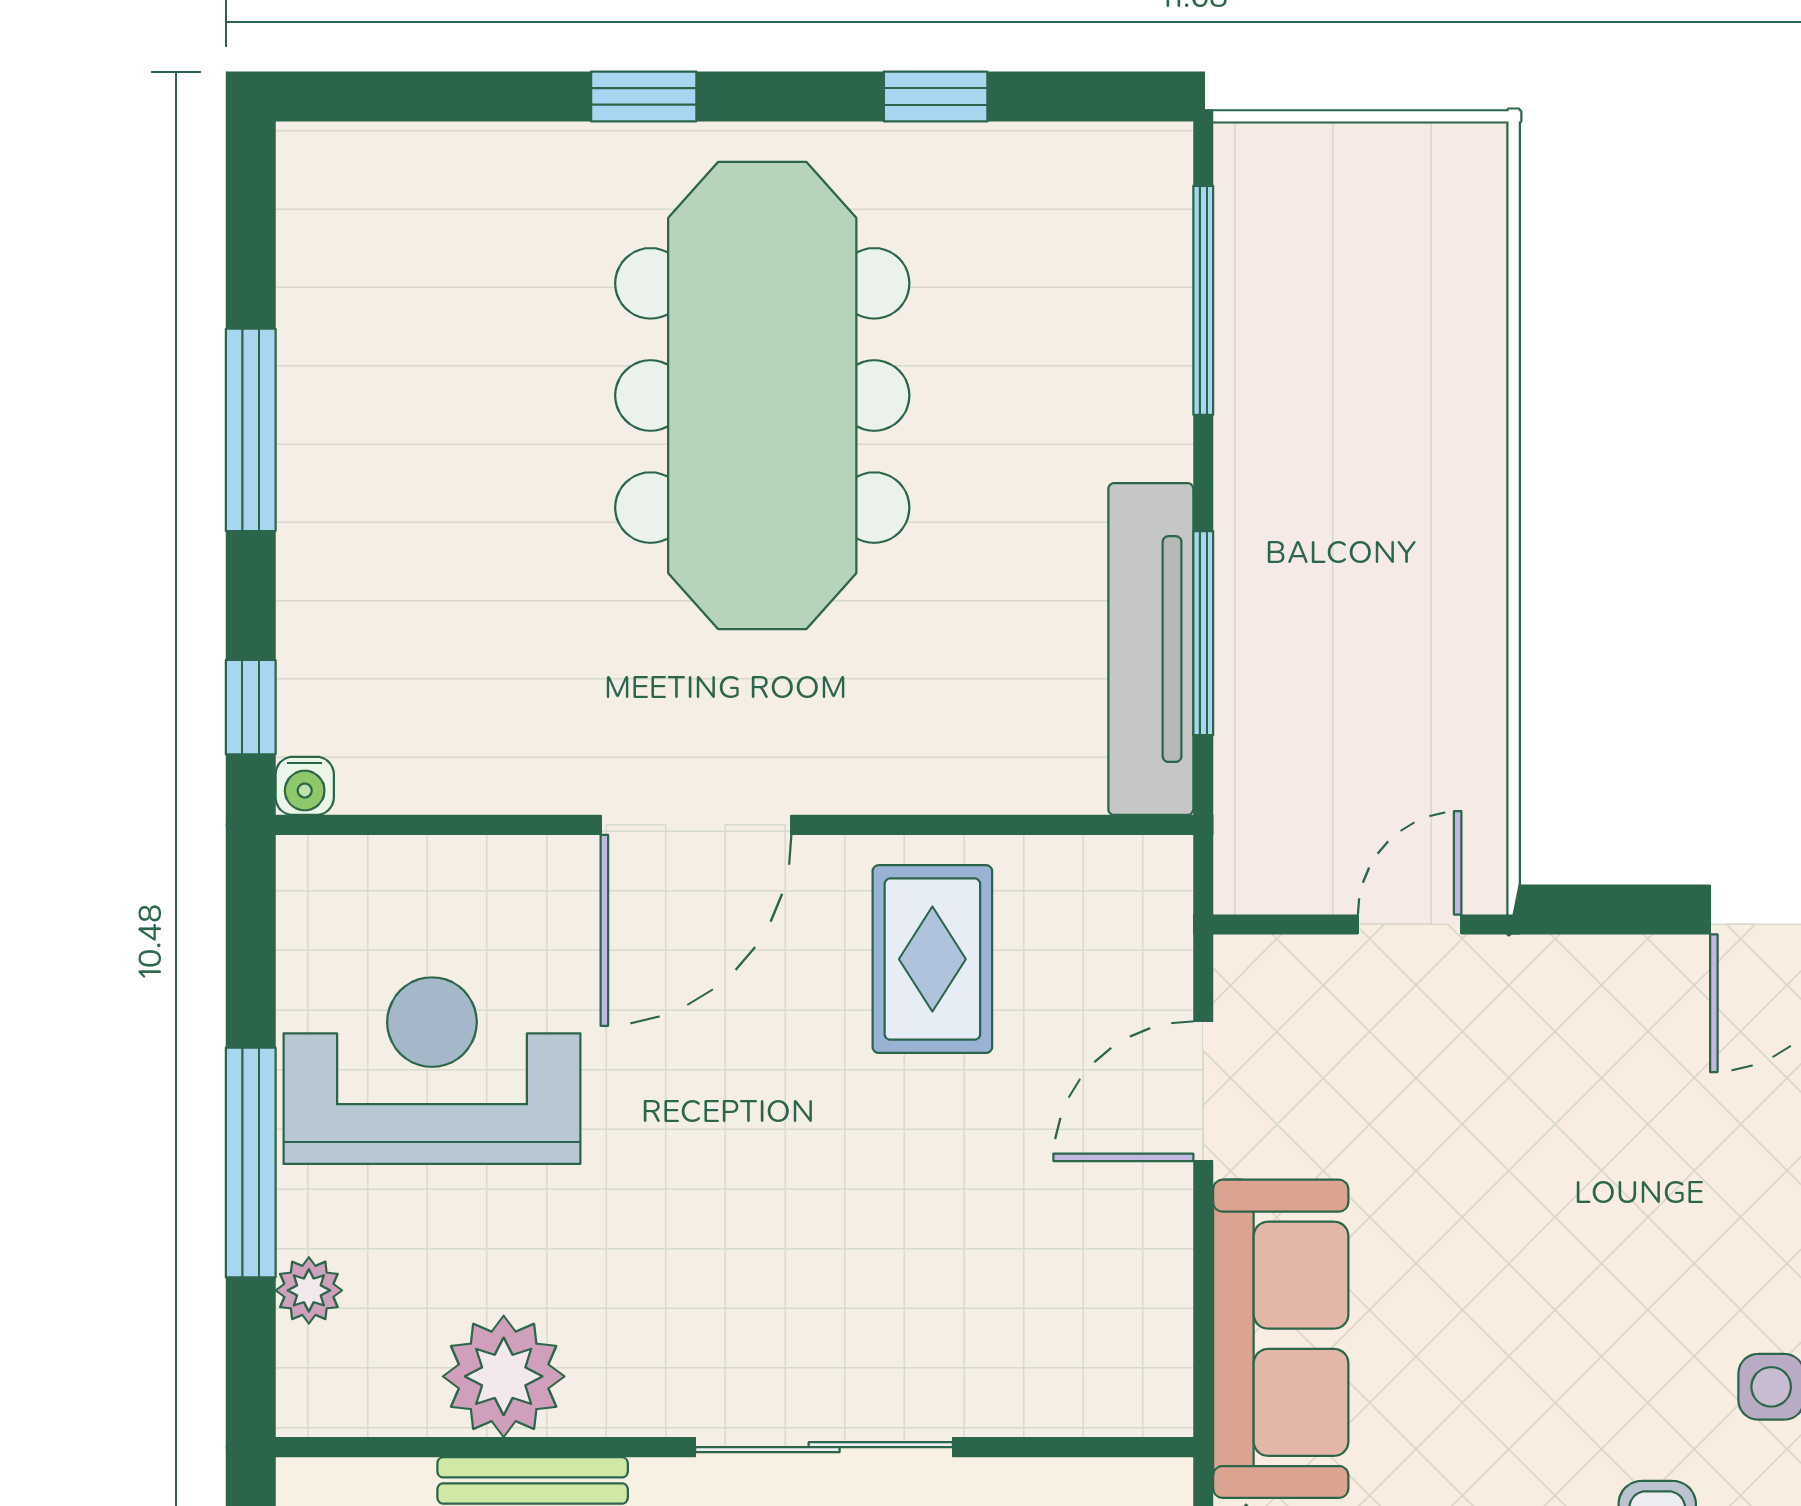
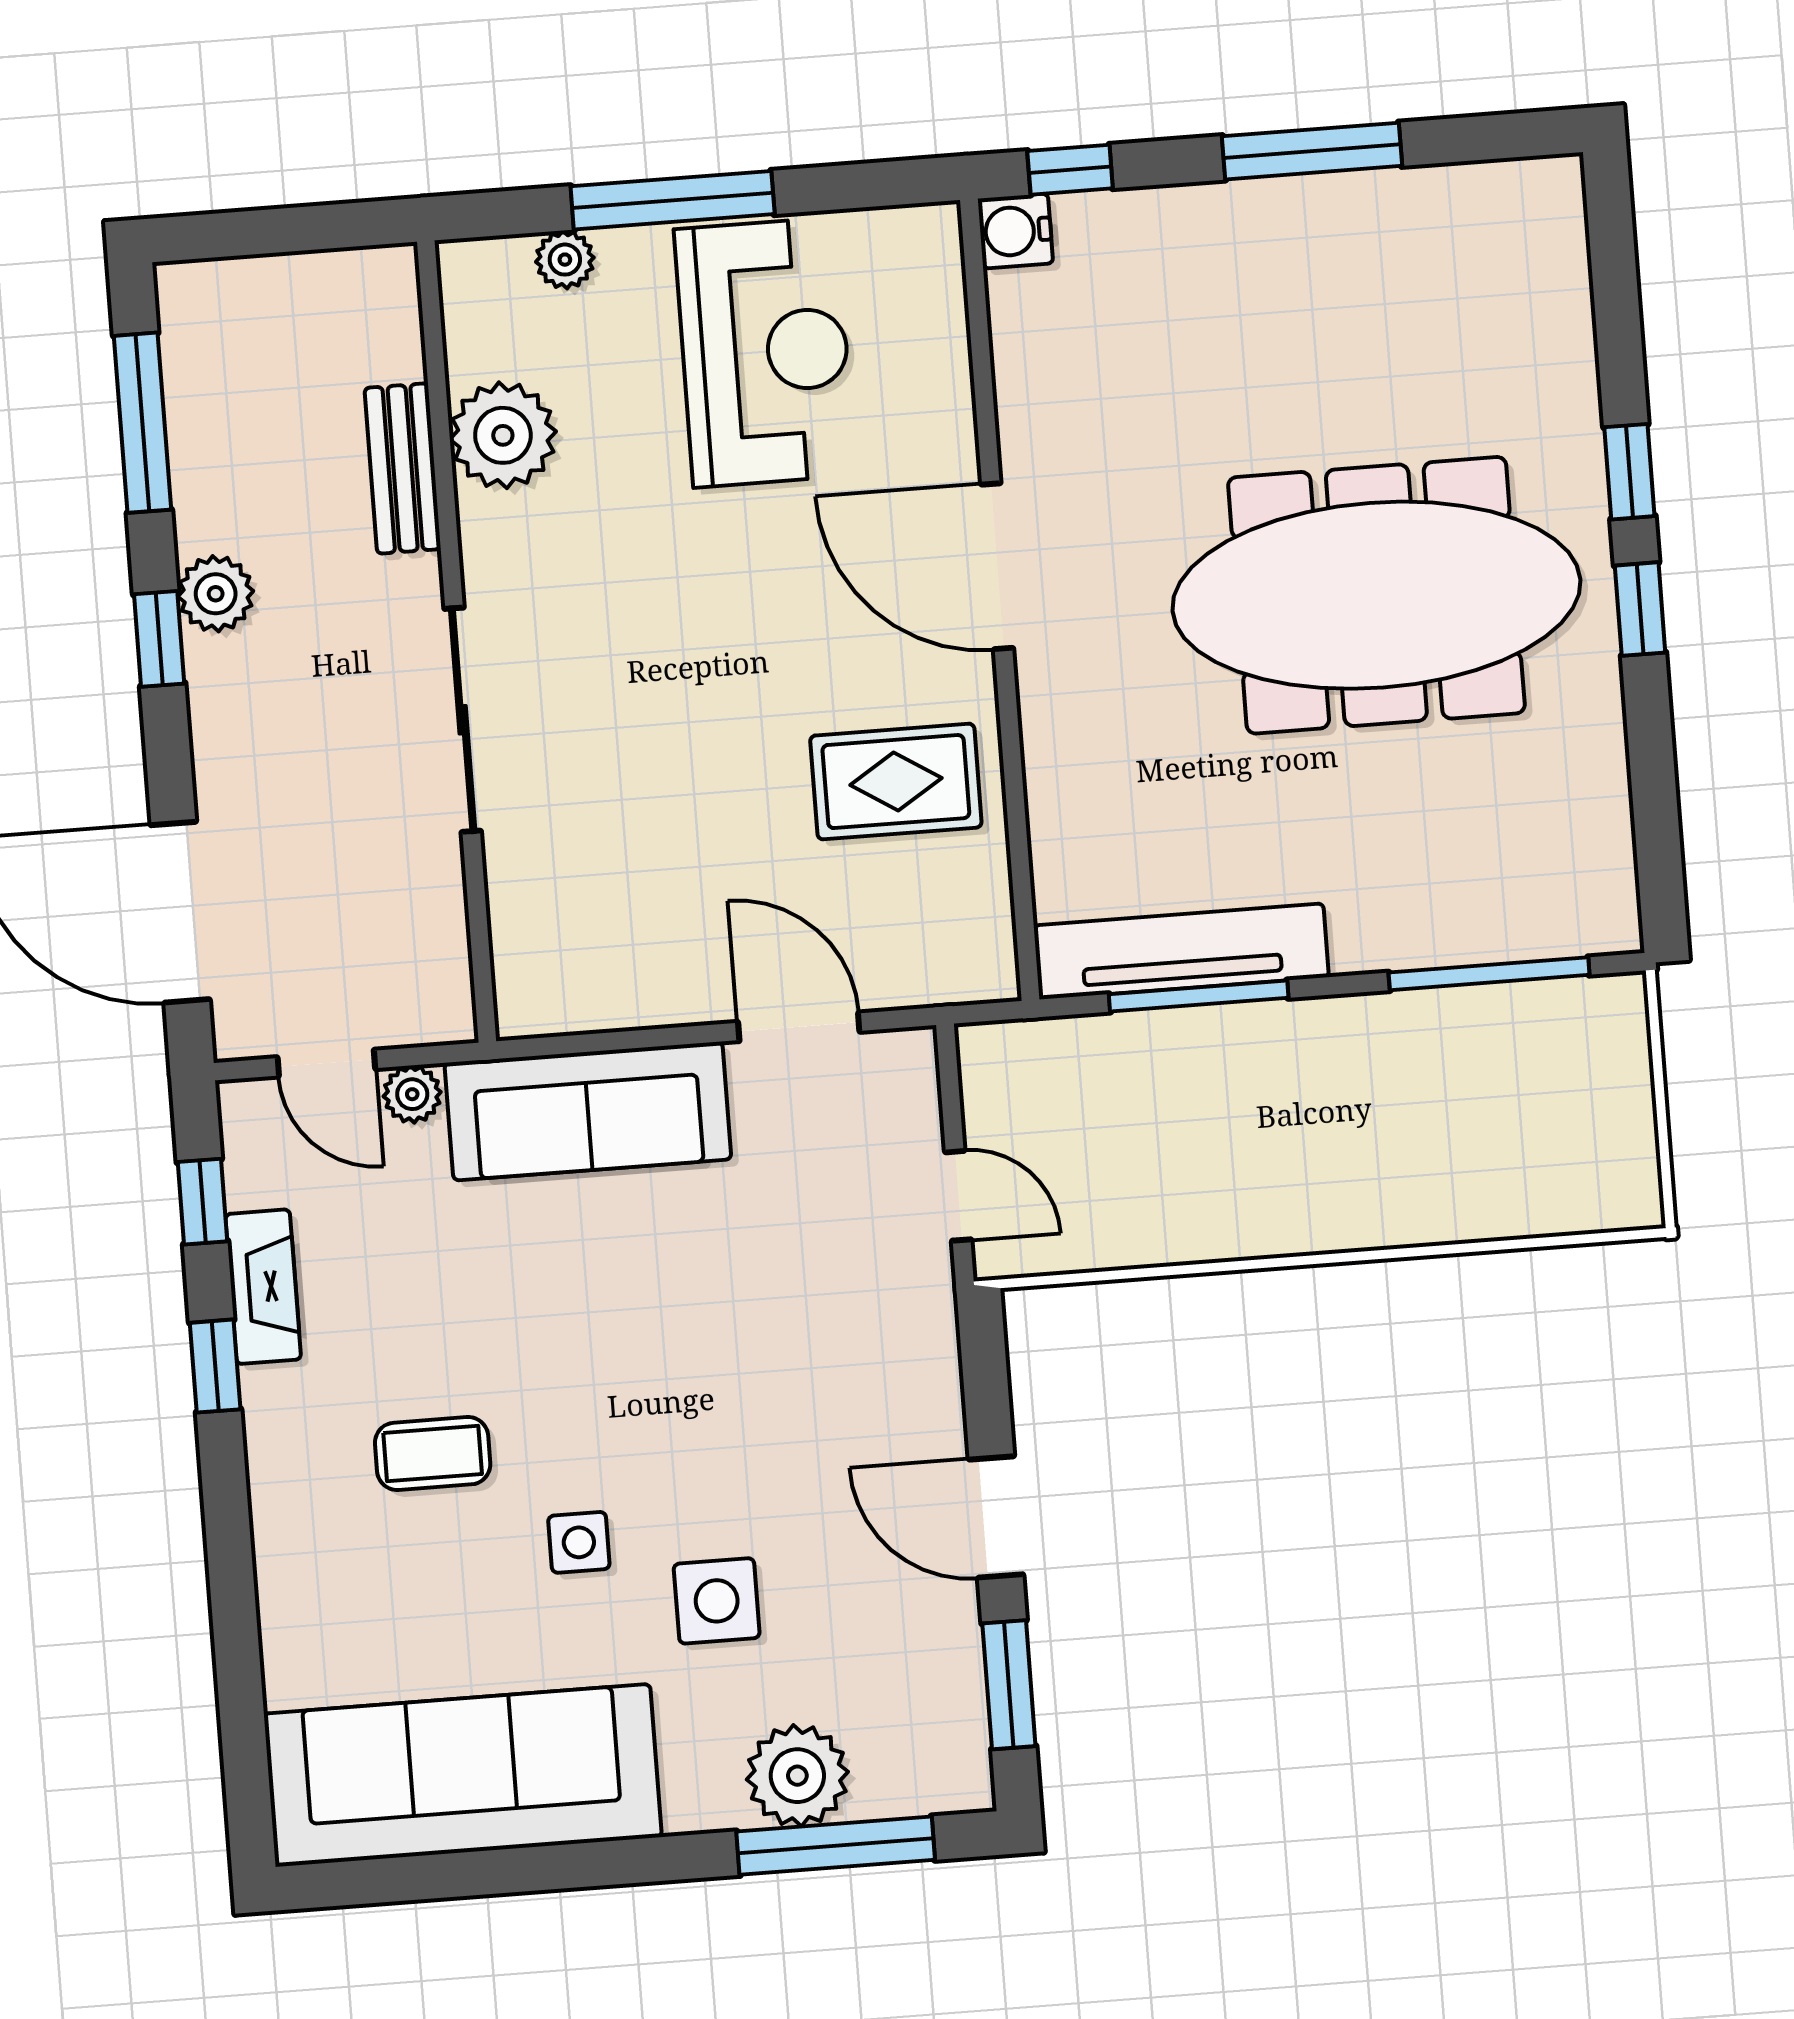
window: (936, 96) -> (1640, 609), moved
water cooler: (305, 786) -> (1015, 231), width x1.38, depth x1.38

